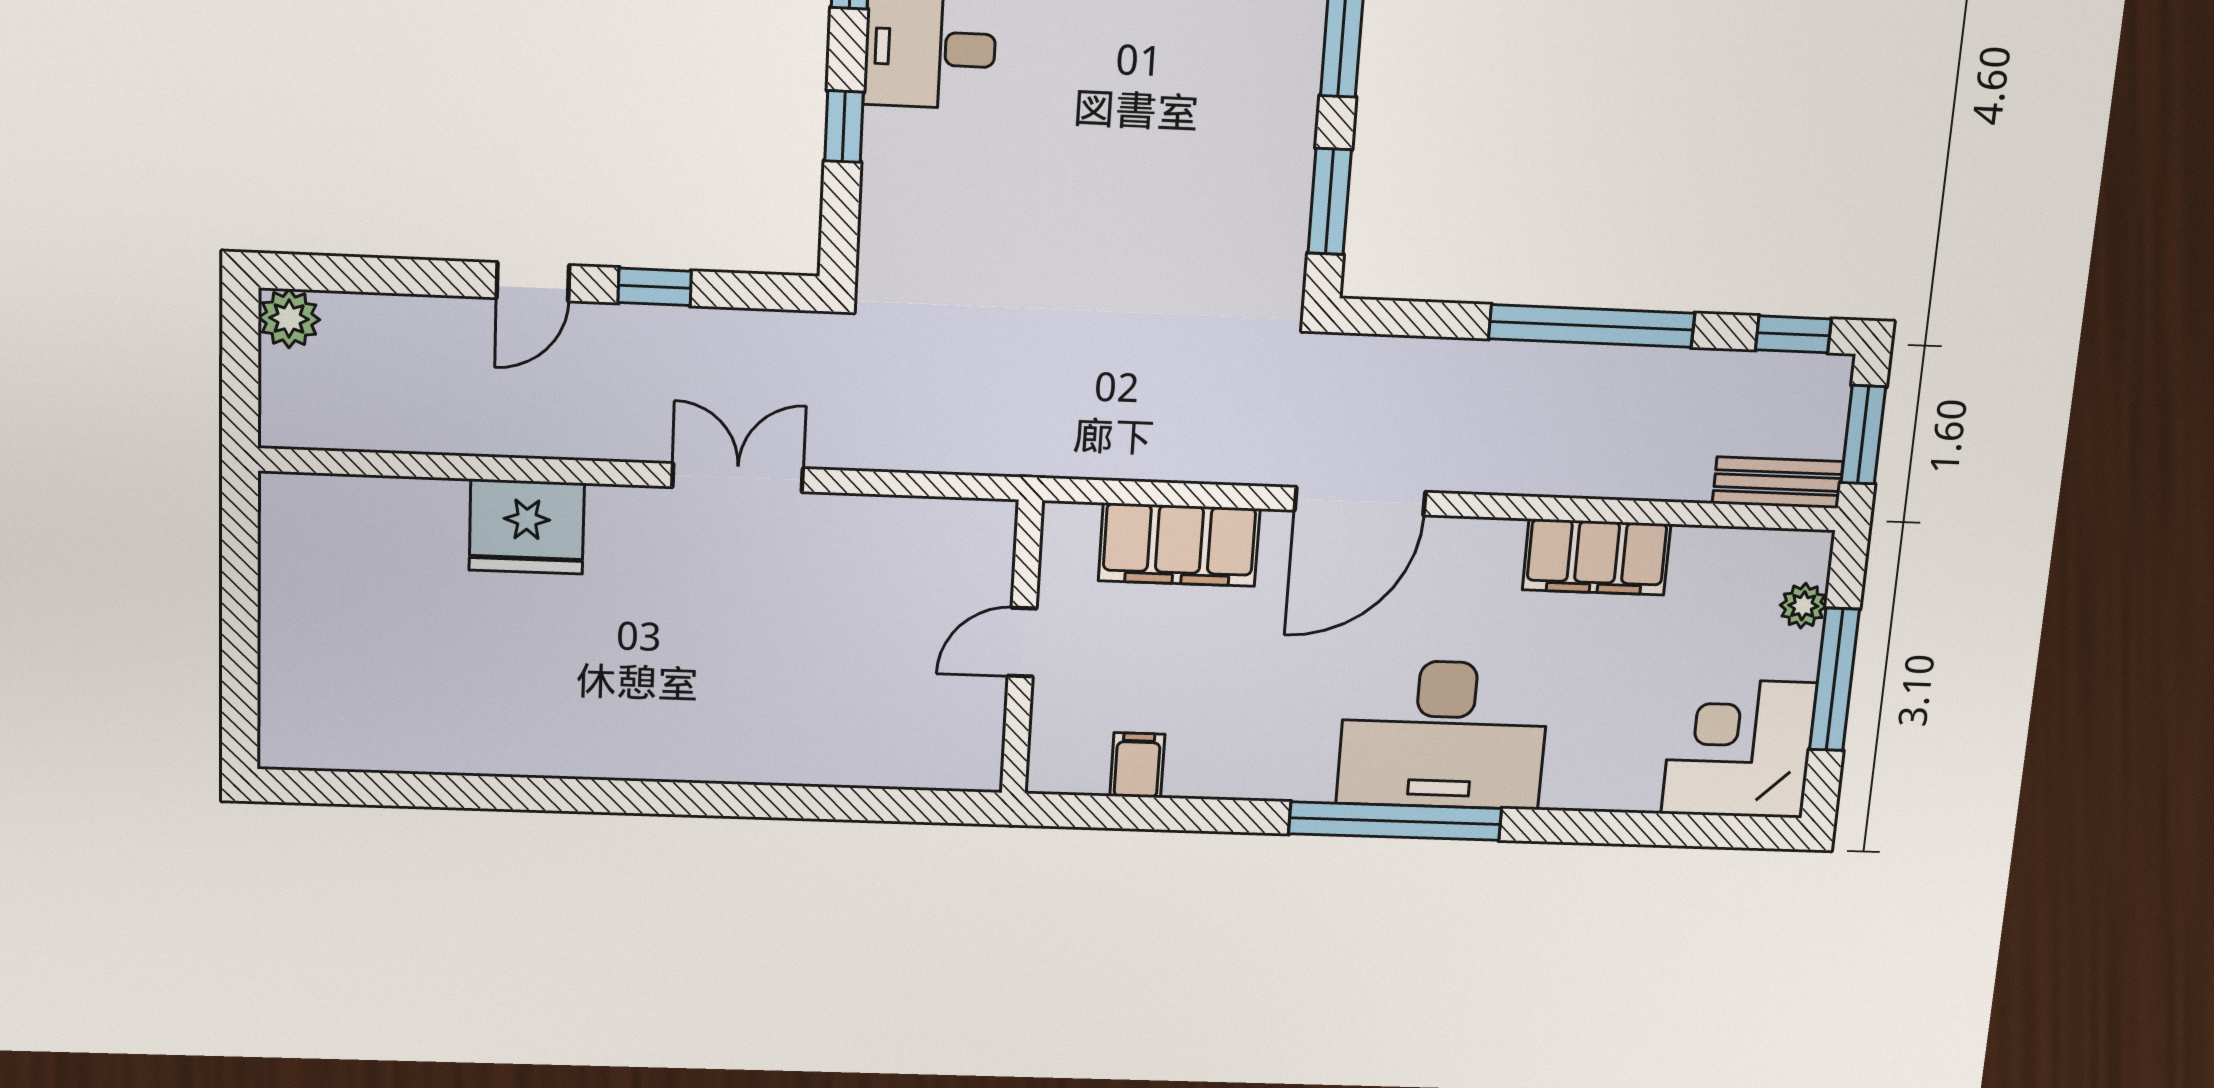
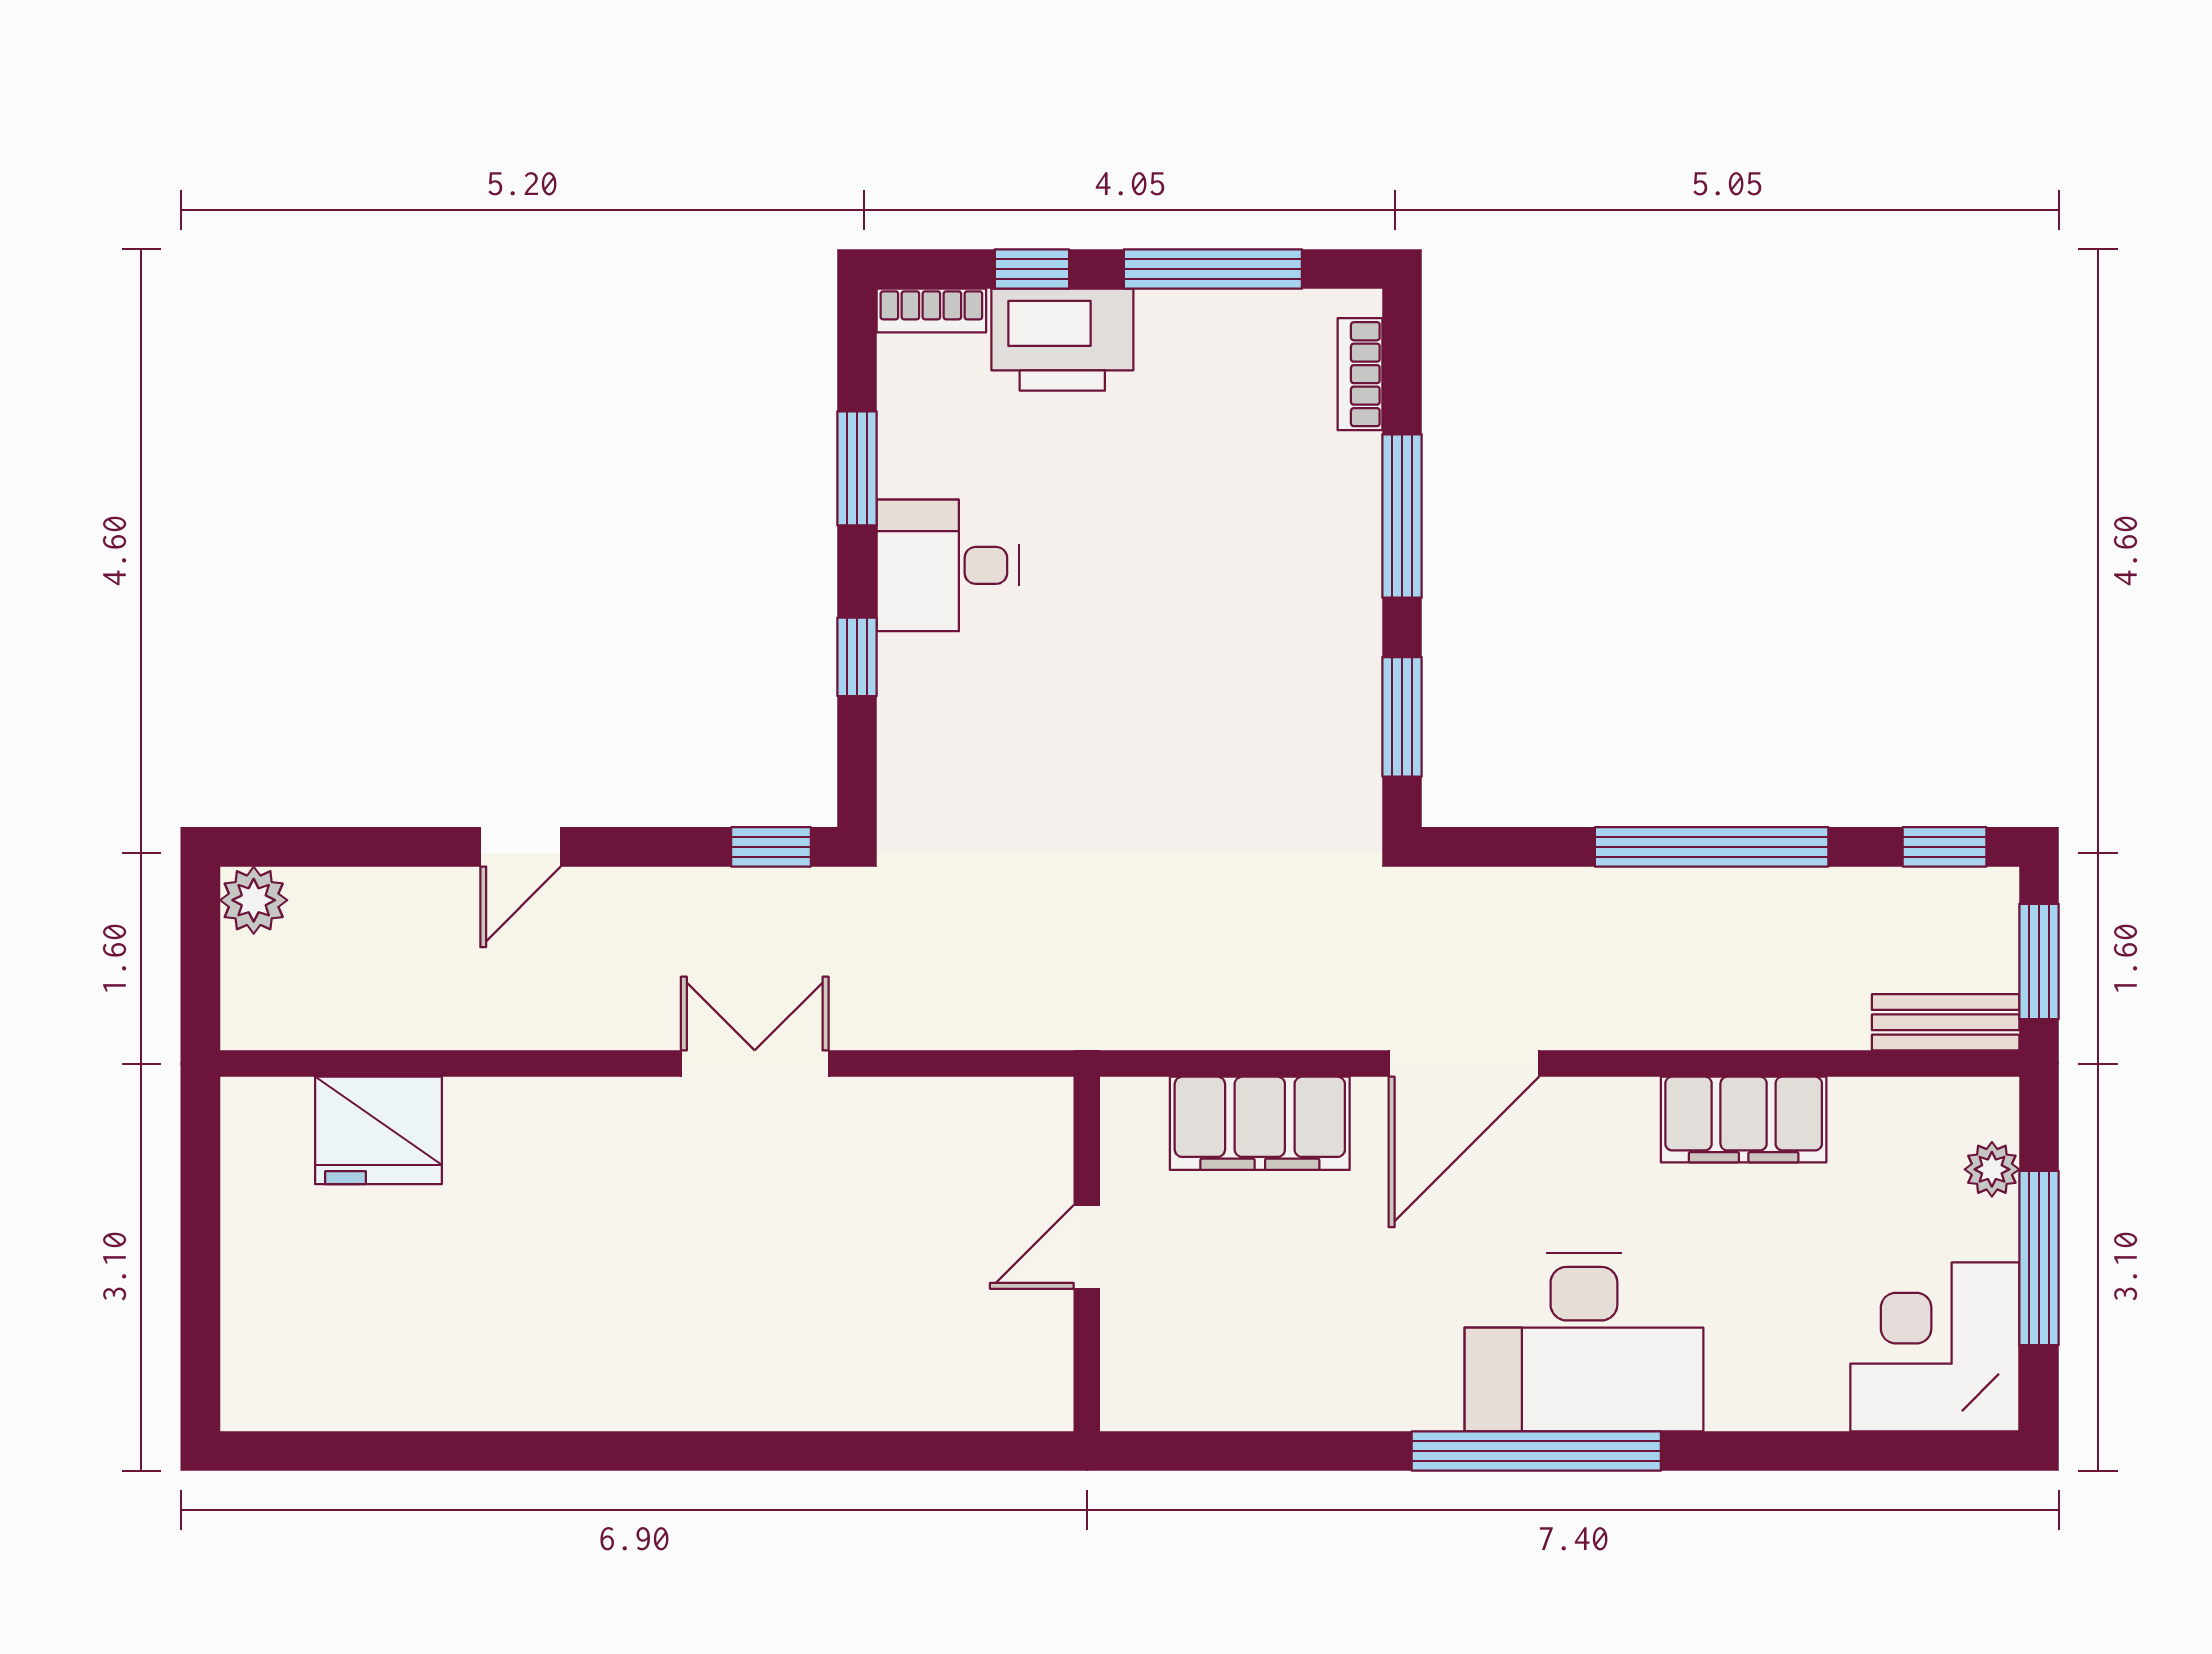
window: (655, 287) -> (771, 847), moved
fridge: (527, 527) -> (378, 1130), moved
filing cabinet: (1137, 765) -> (1229, 1392), removed

